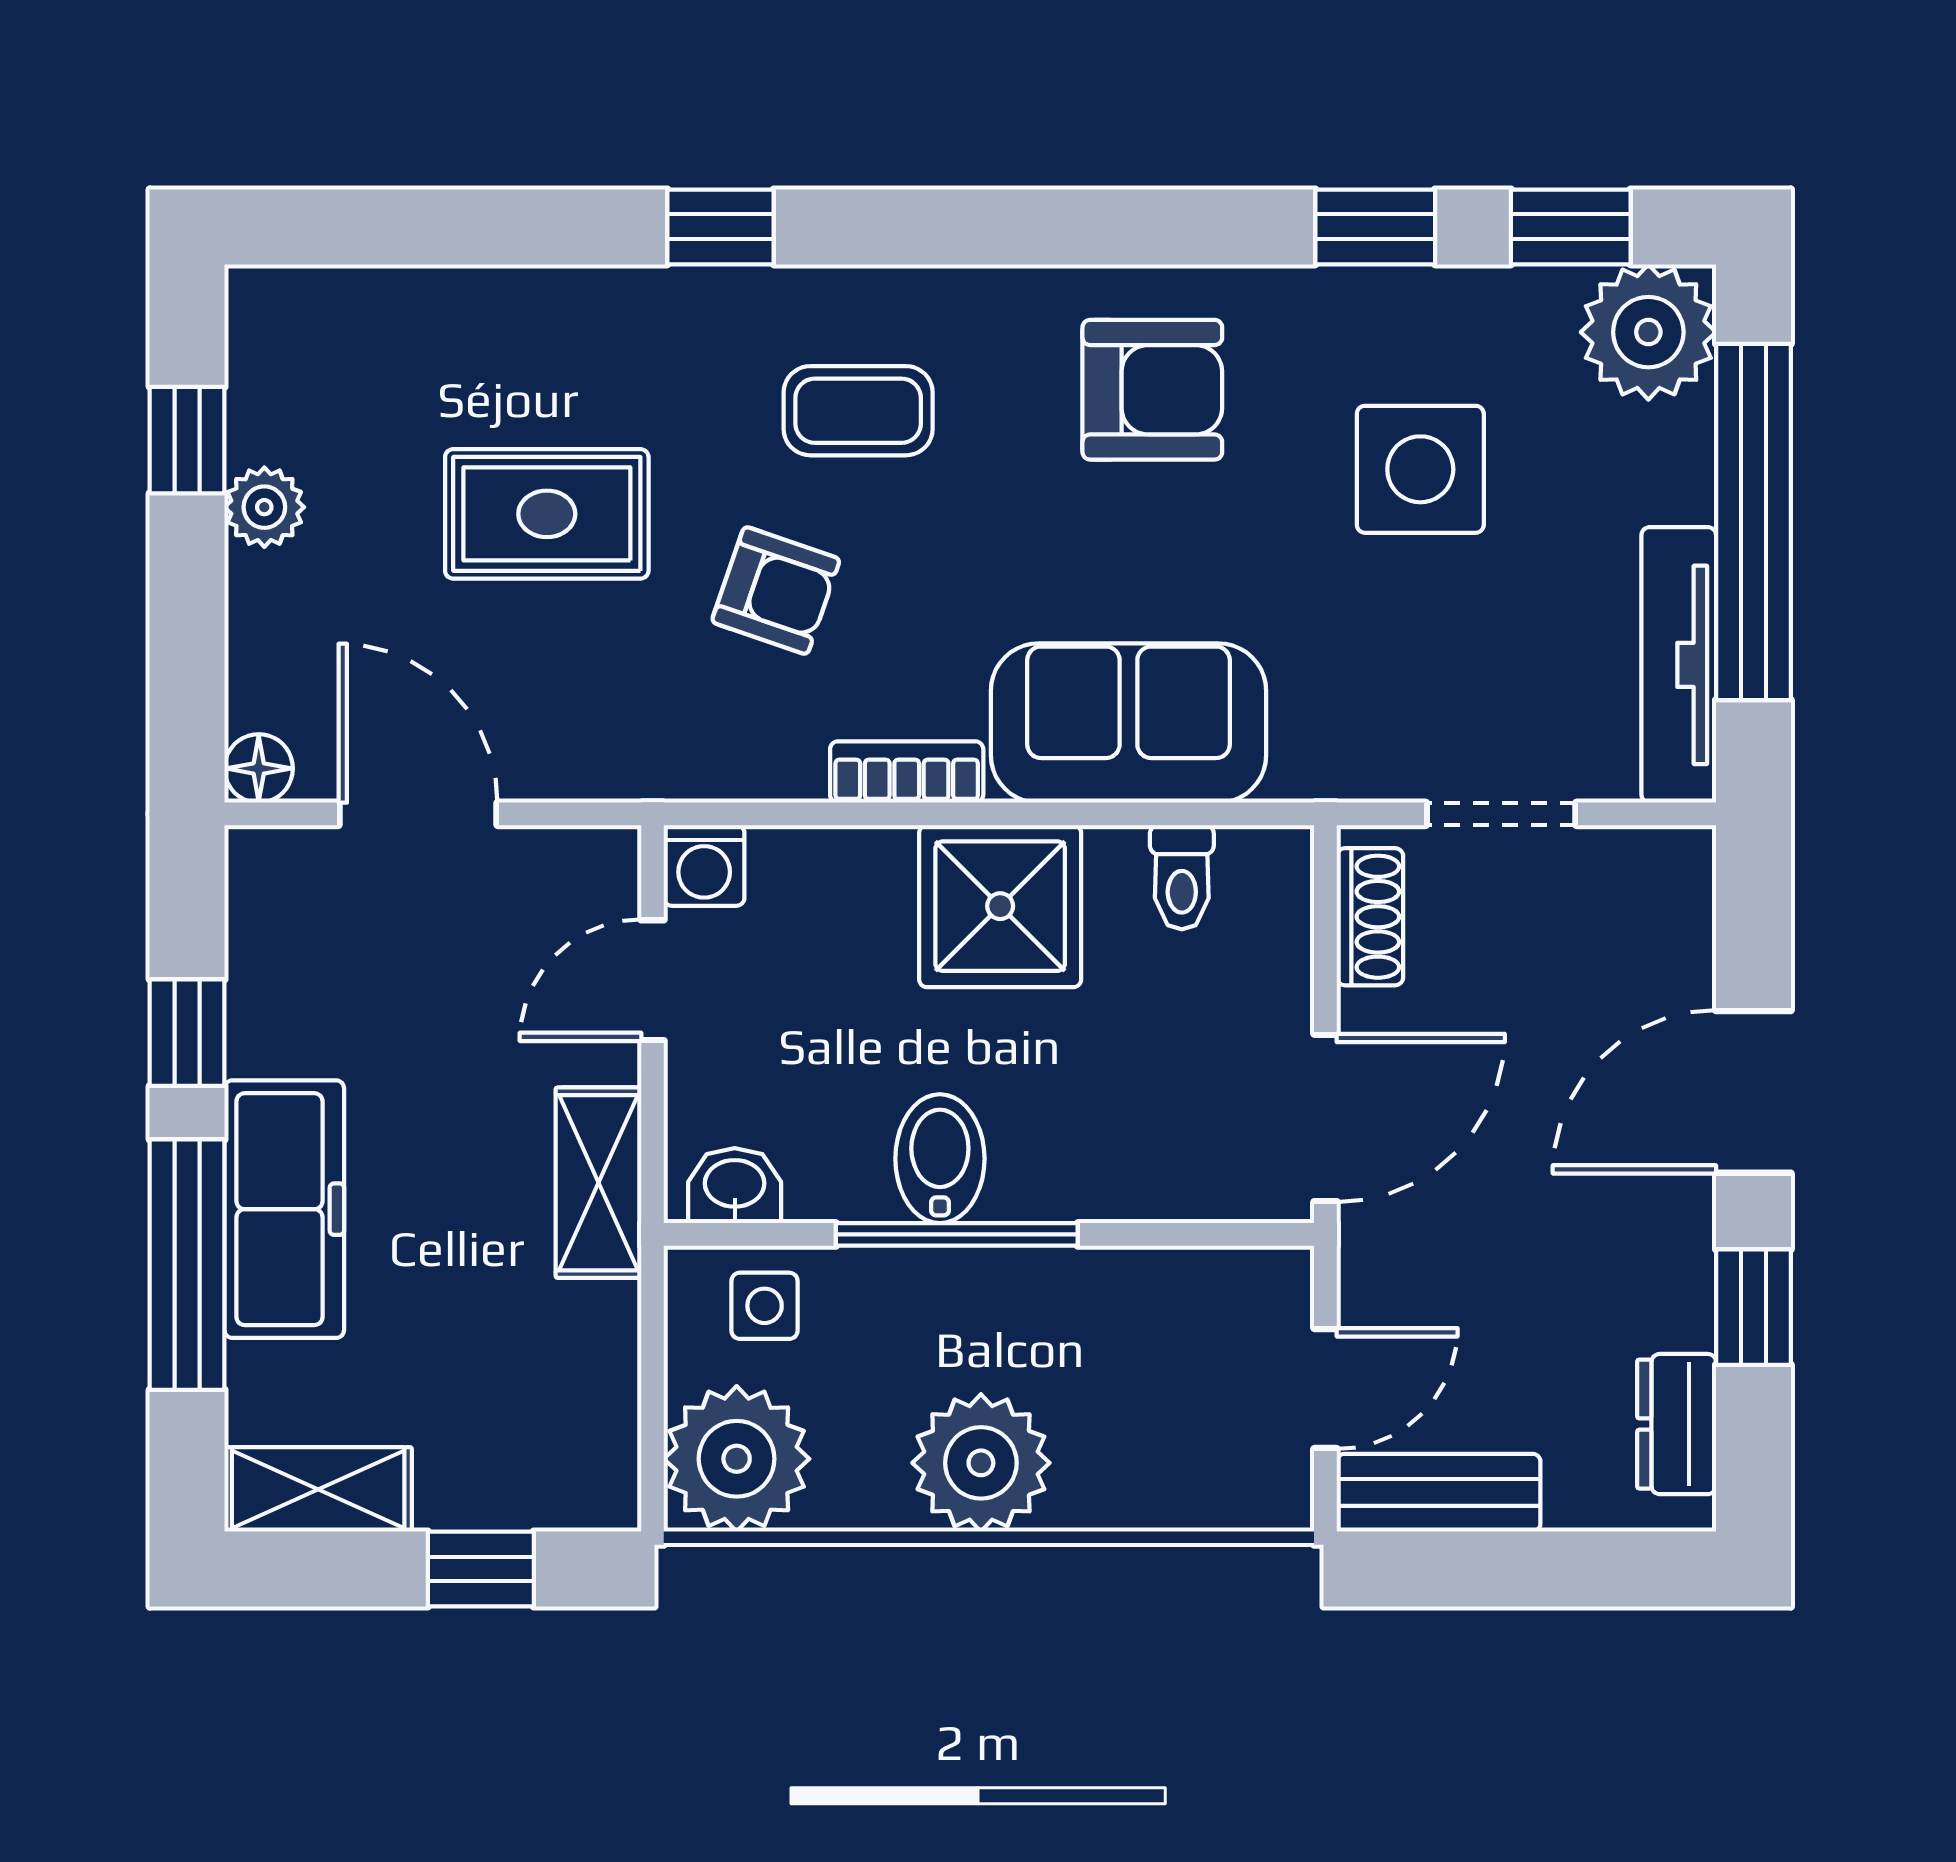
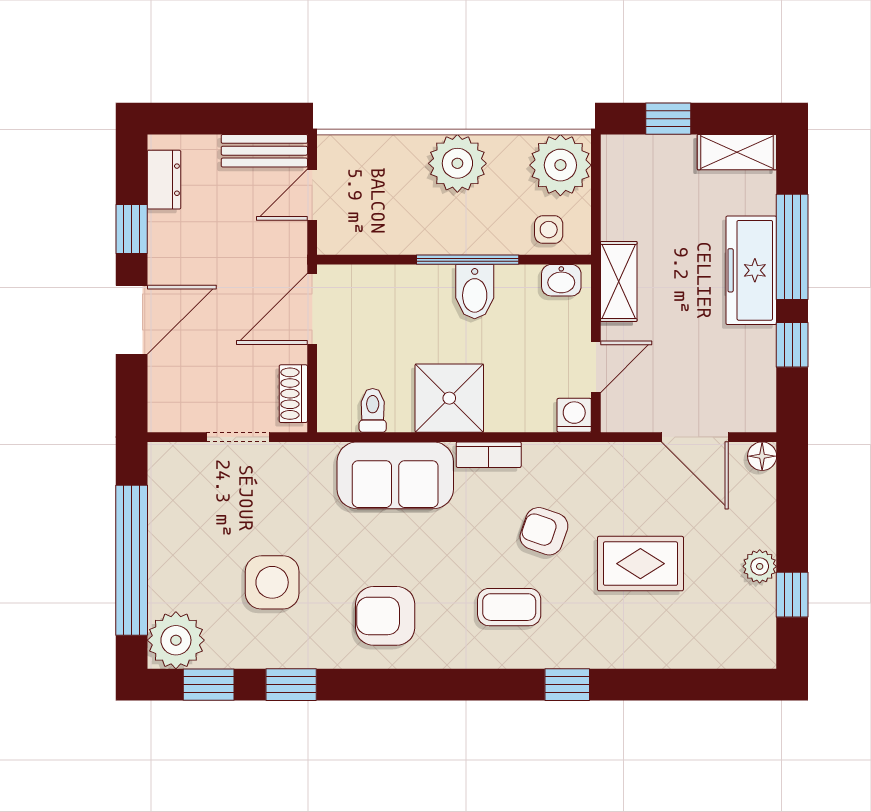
tv unit: (1679, 665) -> (163, 500), removed

